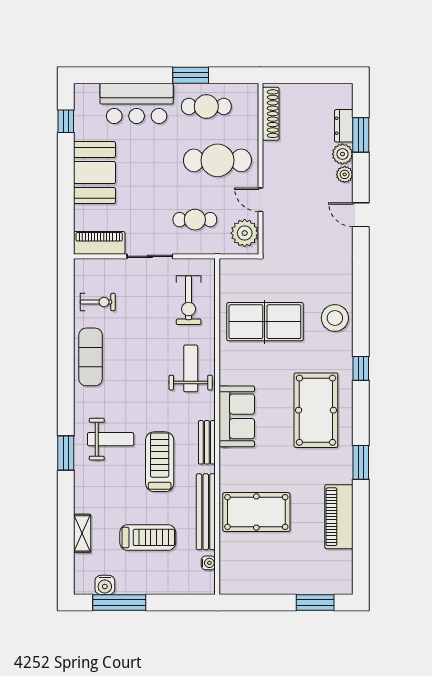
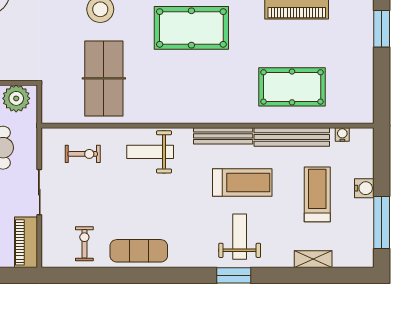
exercise bike: (189, 300) -> (83, 154), width x0.73, depth x0.72
sofa: (237, 416) -> (197, 106), removed
weight bench: (111, 439) -> (240, 237), moved
bench: (207, 442) -> (223, 136), width x1.36
treadmill: (160, 462) -> (242, 183), turned 180
pool table: (256, 512) -> (292, 87), turned 90
water cooler: (105, 585) -> (364, 188), moved

